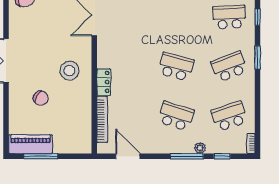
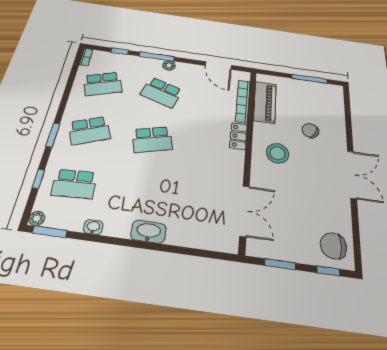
school desk: (176, 67) -> (152, 139), turned -30
piano: (31, 144) -> (265, 102), moved, turned -90
plant: (200, 148) -> (169, 65), moved

